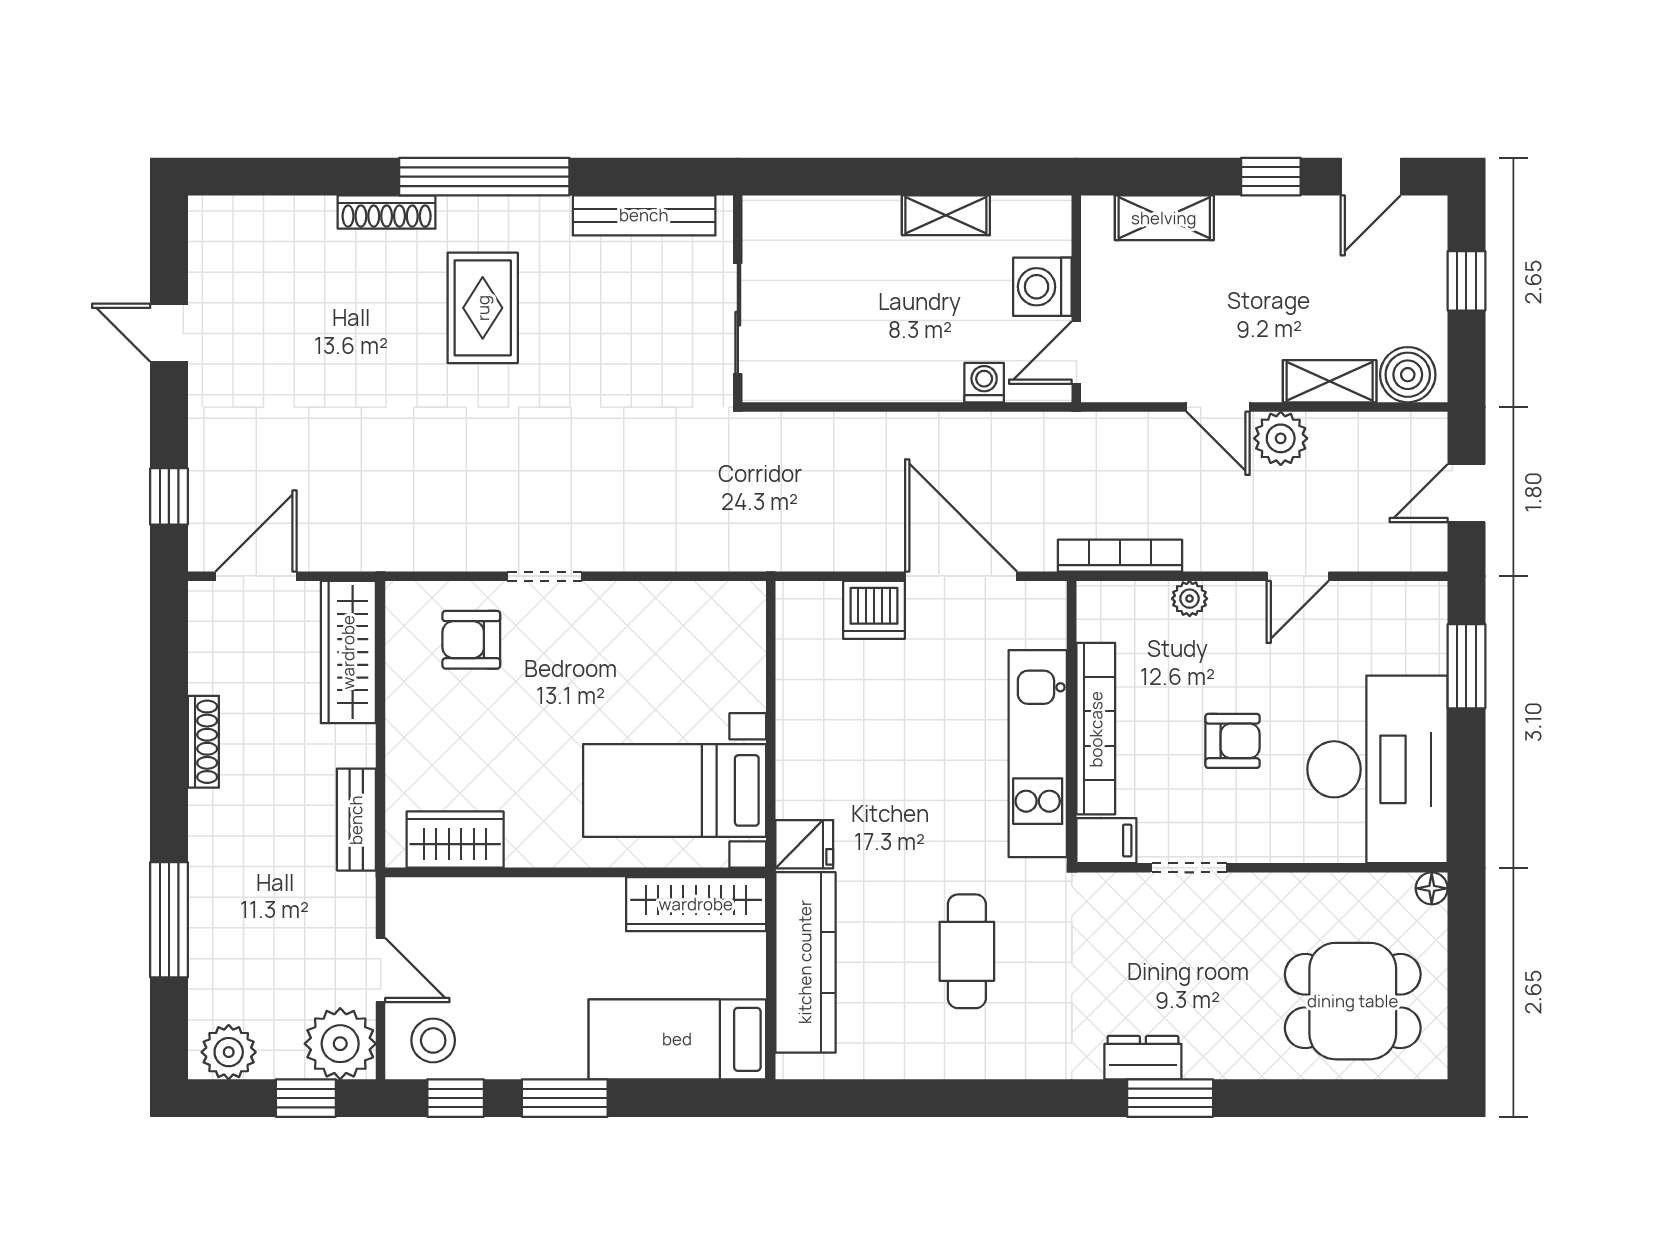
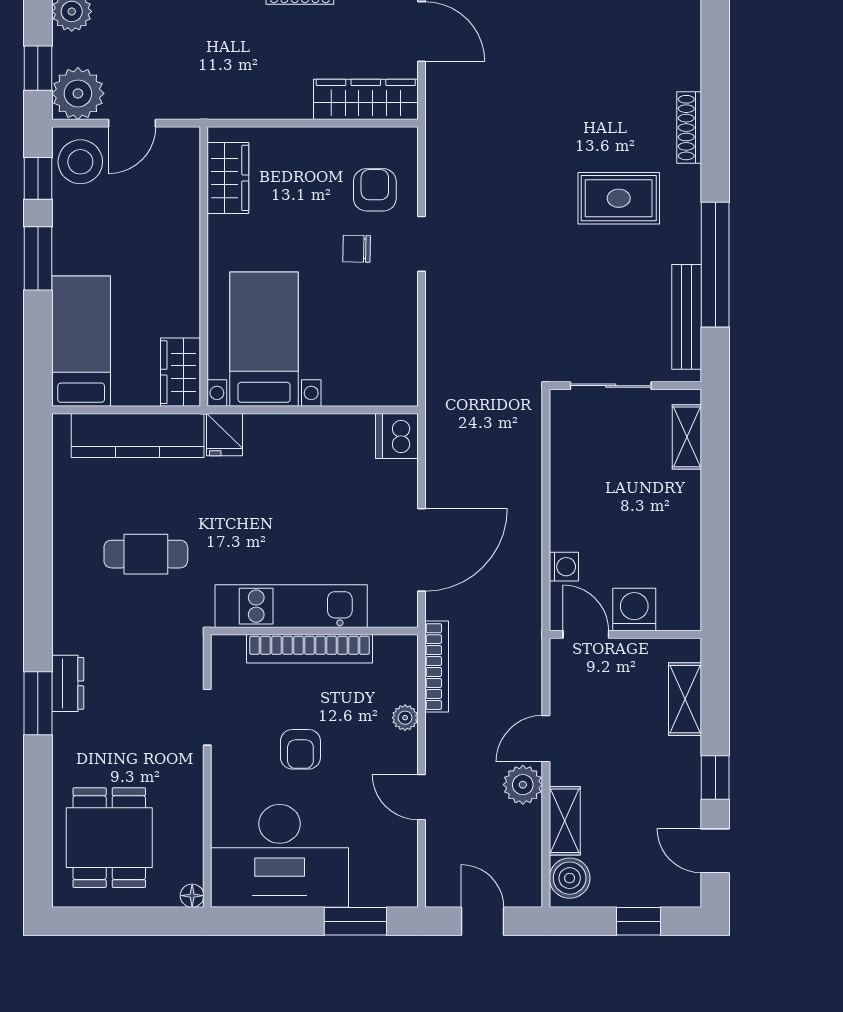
window: (484, 177) -> (715, 265), moved
shelving: (946, 215) -> (687, 437), moved
dishwasher: (874, 610) -> (397, 436), moved
chair: (551, 664) -> (357, 249), added
bench: (356, 820) -> (243, 105), removed
filing cabinet: (1106, 841) -> (227, 656), removed
wardrobe: (696, 904) -> (180, 372), width x0.67
stool: (433, 1040) -> (80, 162), width x1.38, depth x1.38

